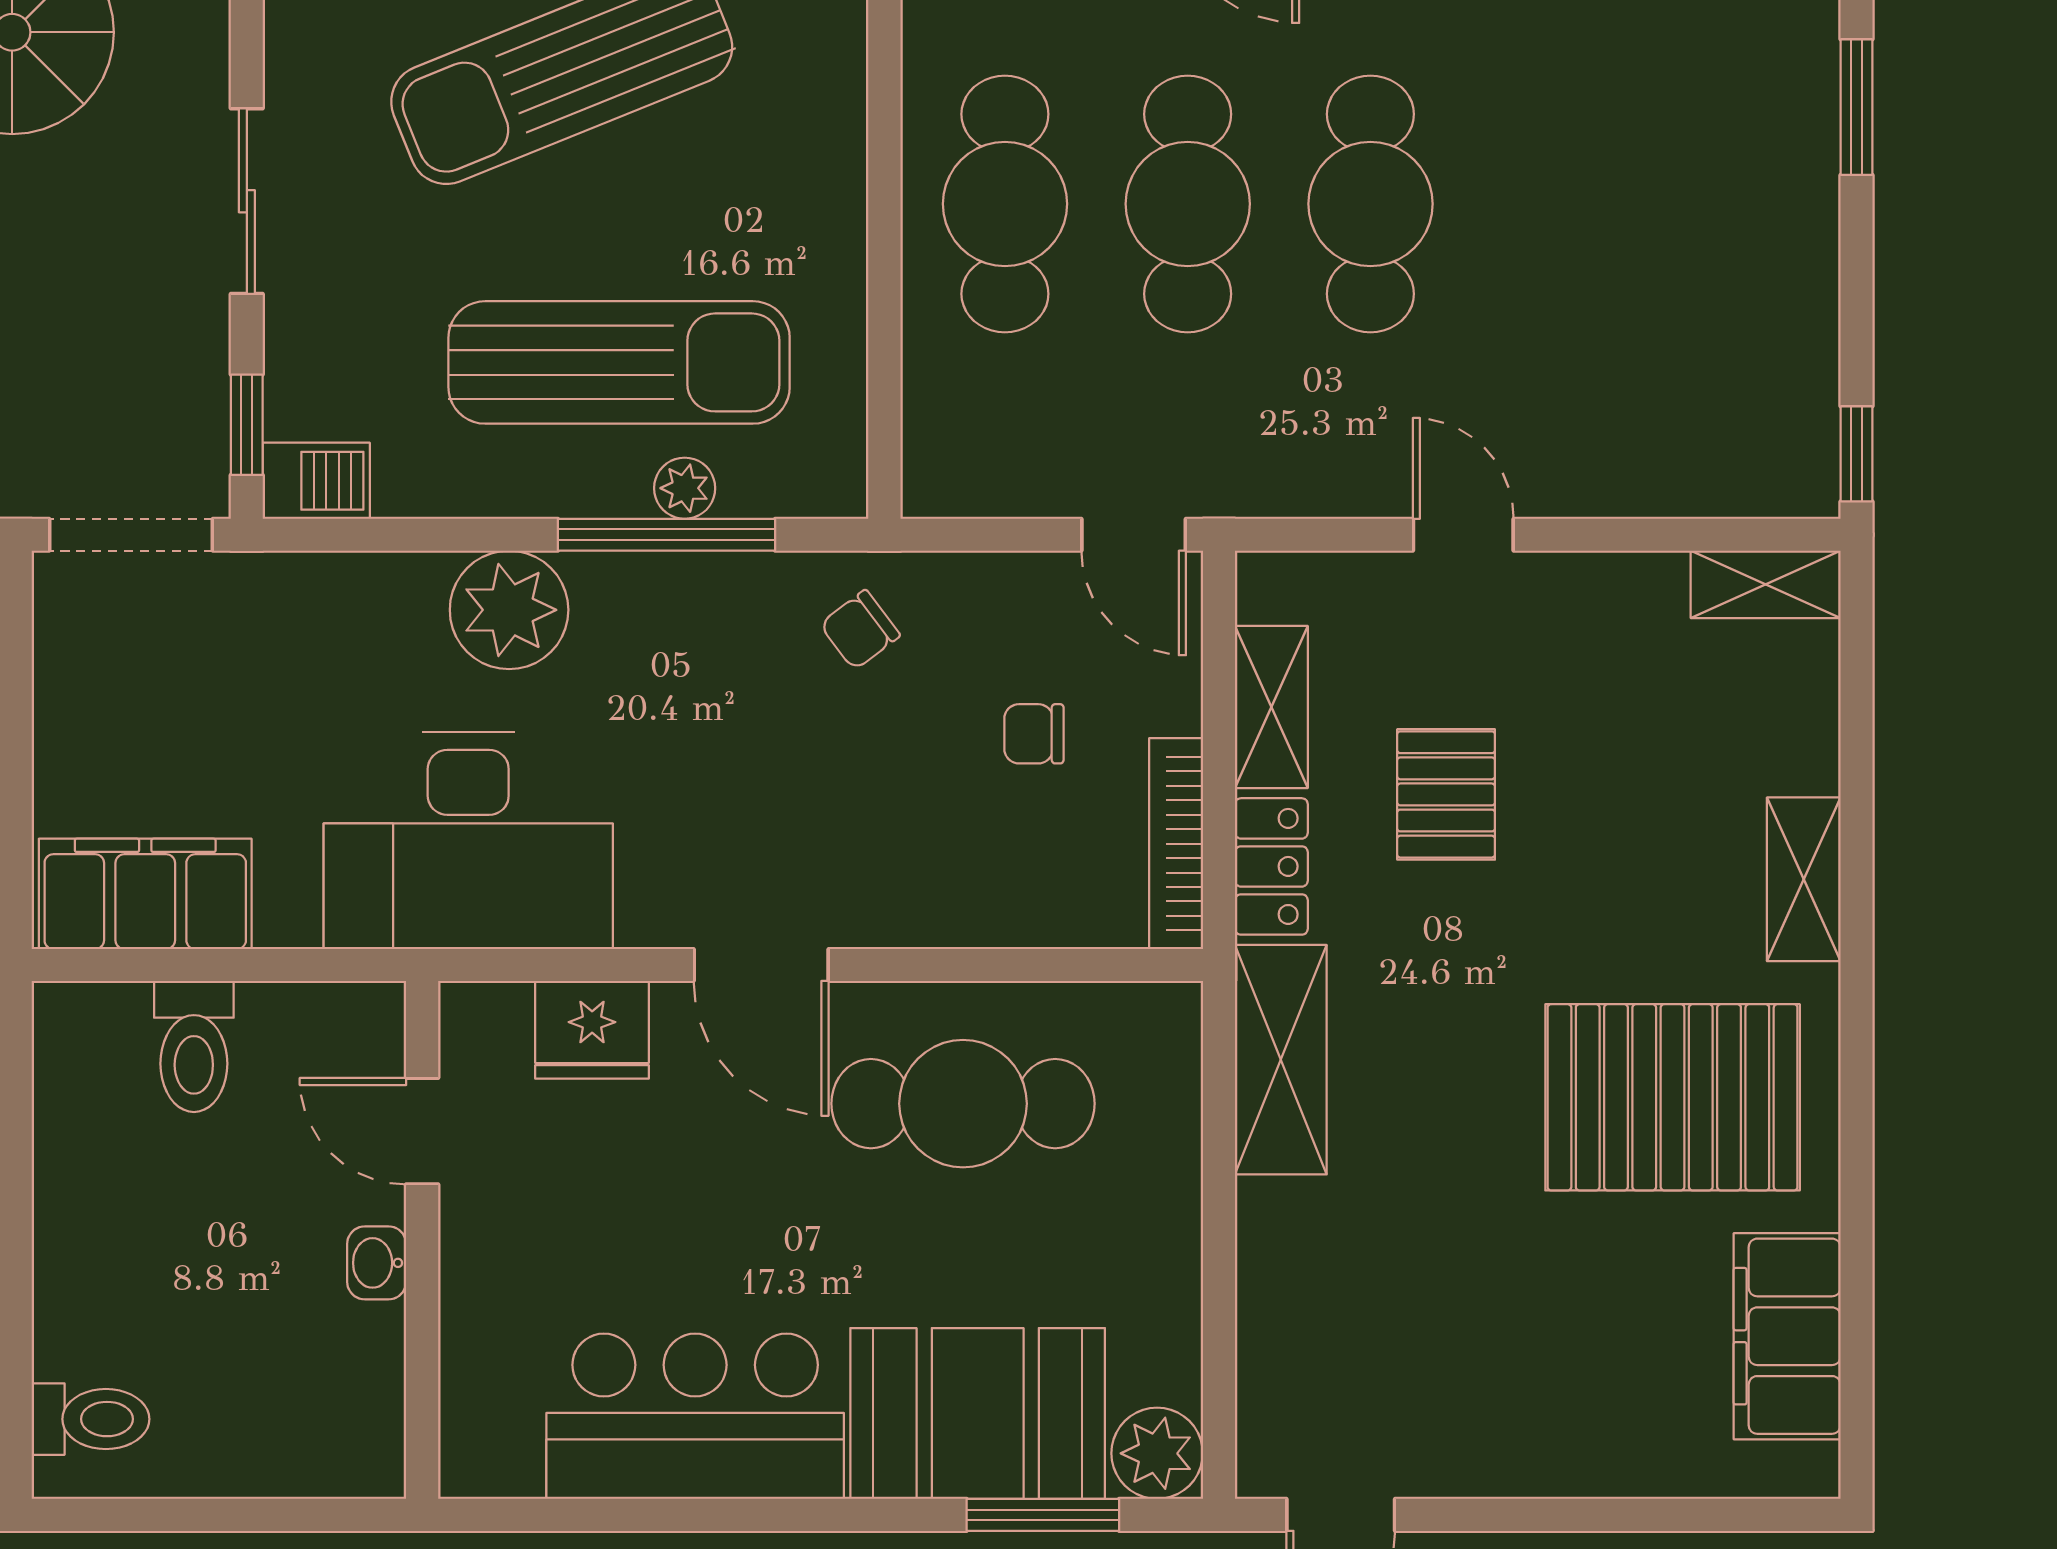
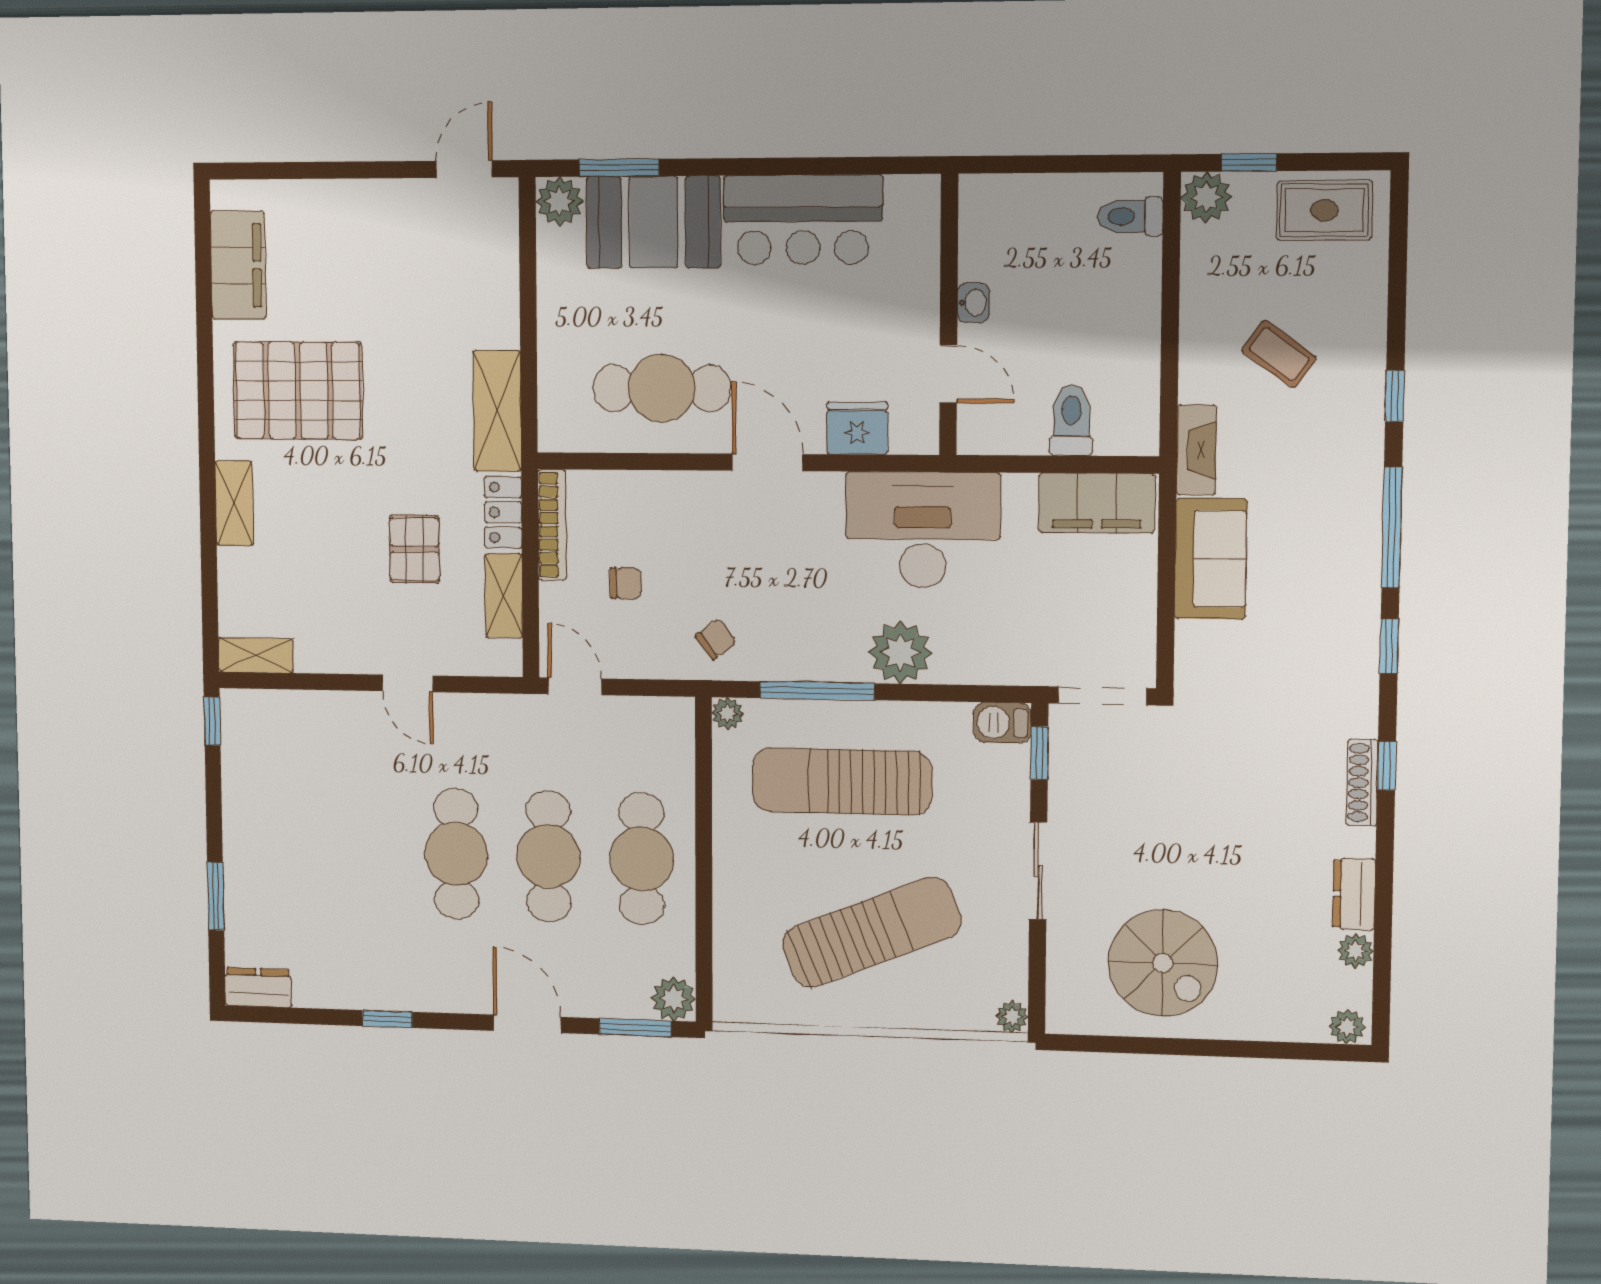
plant: (685, 488) -> (728, 713), moved

